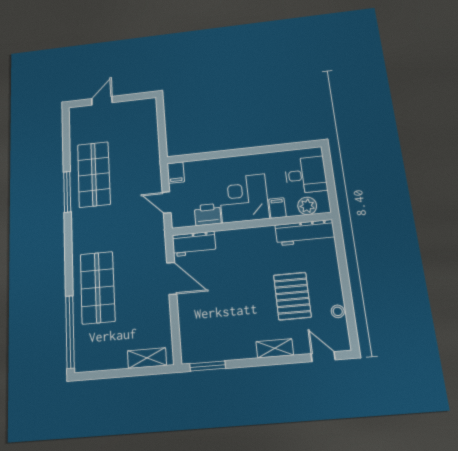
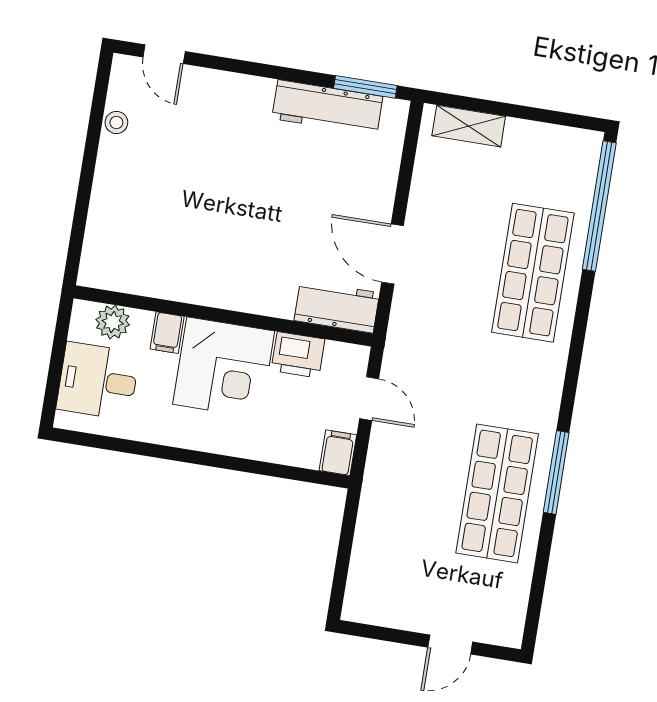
workbench: (305, 233) -> (327, 107), moved, turned 180
pallet: (292, 296) -> (186, 168), removed
shelving: (275, 348) -> (242, 88), removed

